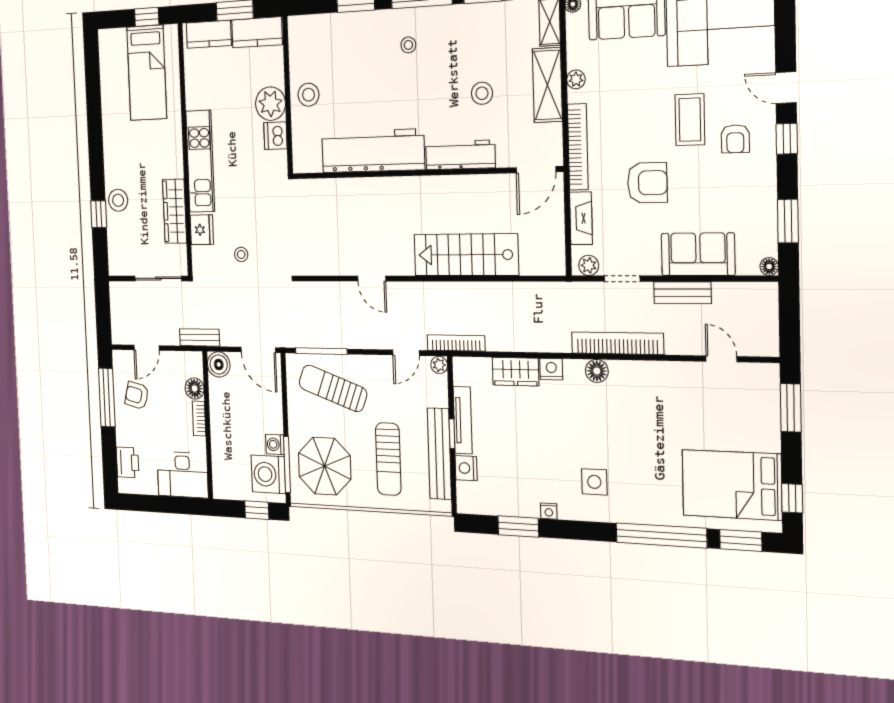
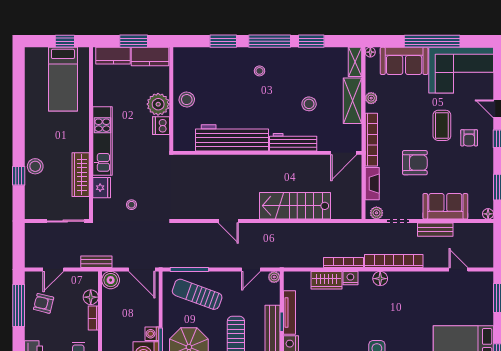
bookcase: (456, 343) -> (343, 263), moved

